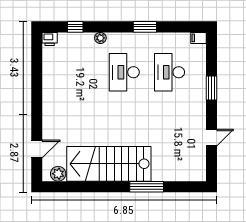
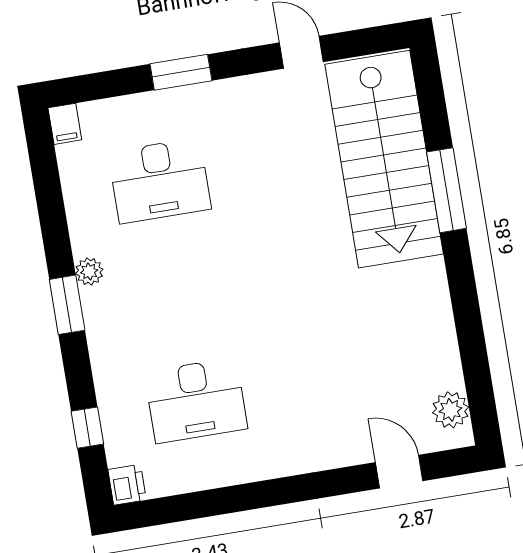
window: (145, 27) -> (67, 305), moved
plant: (100, 38) -> (89, 271), moved
desk: (124, 72) -> (196, 400), moved
stairs: (109, 164) -> (384, 159), moved

